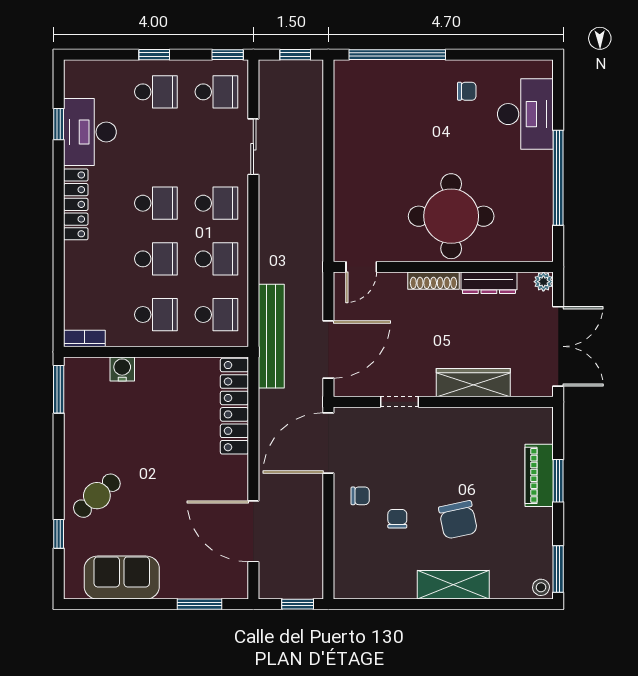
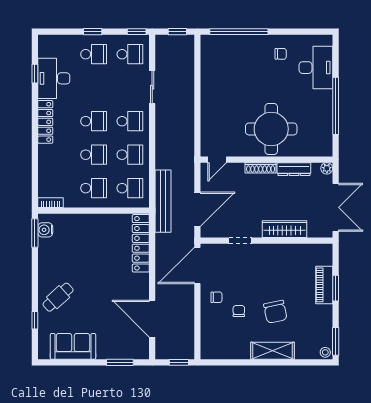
water cooler: (122, 369) -> (45, 230), moved, turned -90

